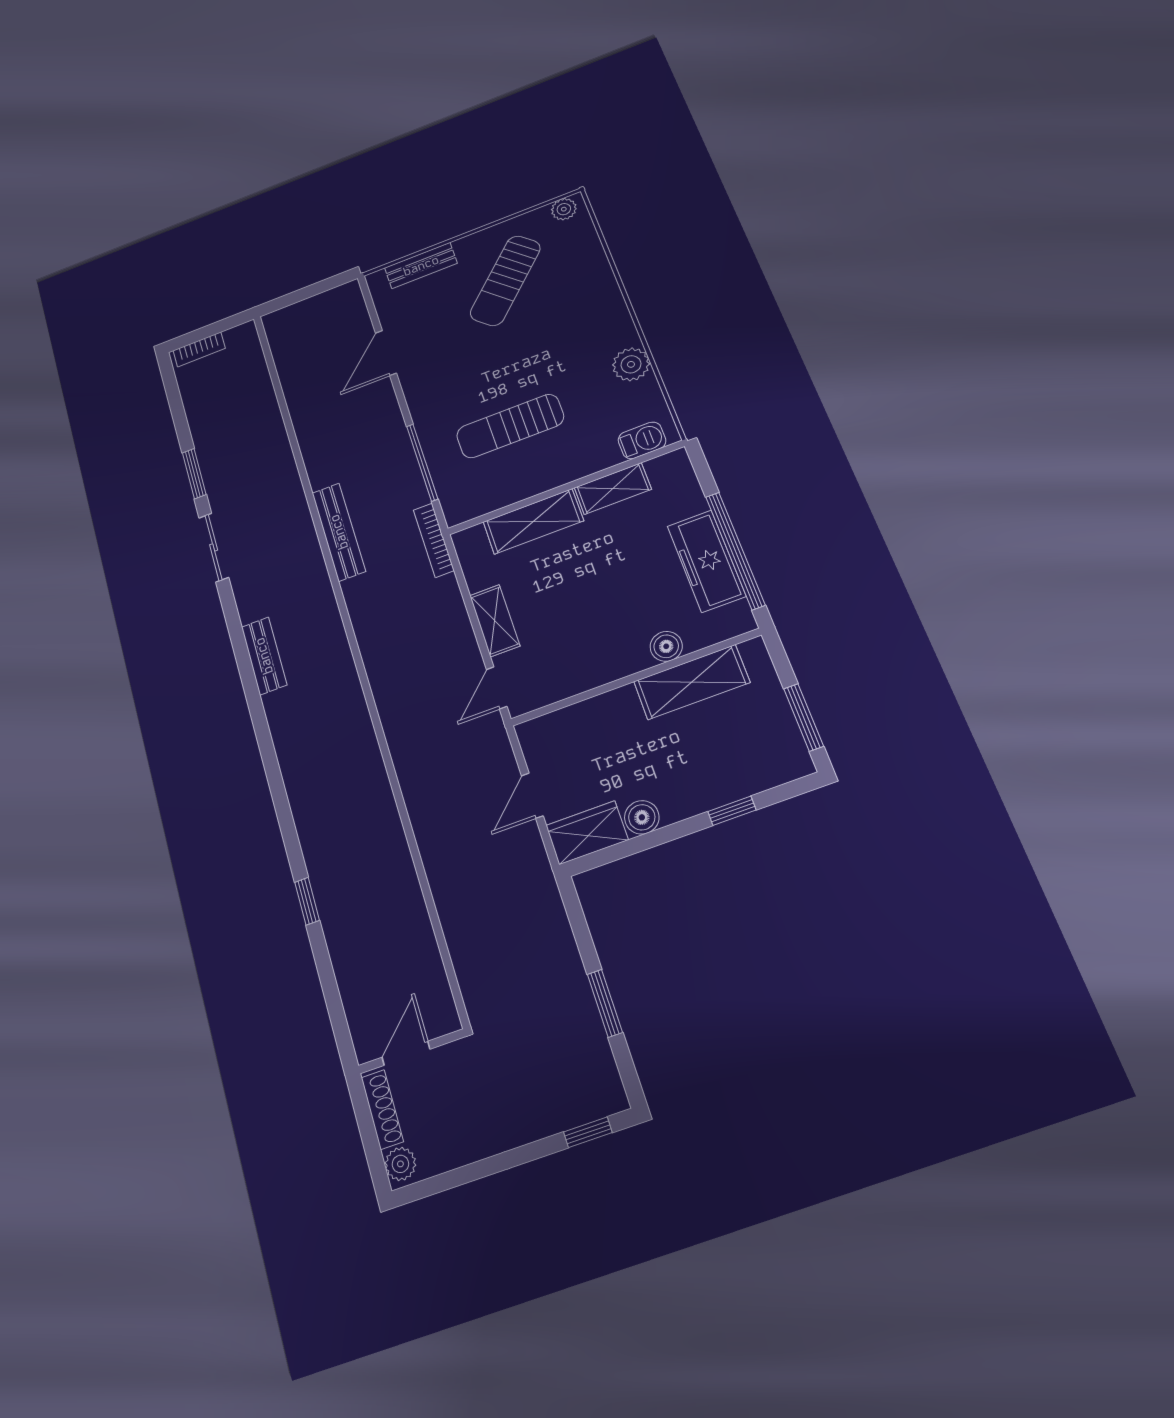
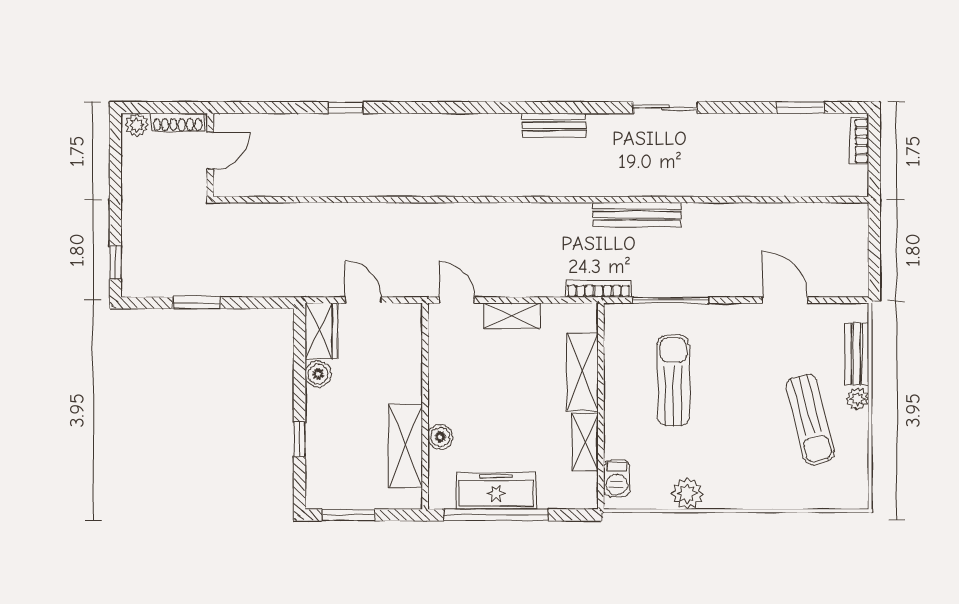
plant: (564, 209) -> (857, 399), moved
sun lounger: (505, 281) -> (810, 419), turned -148
window: (194, 474) -> (801, 108), moved
door: (406, 1053) -> (210, 151), hinge flipped

